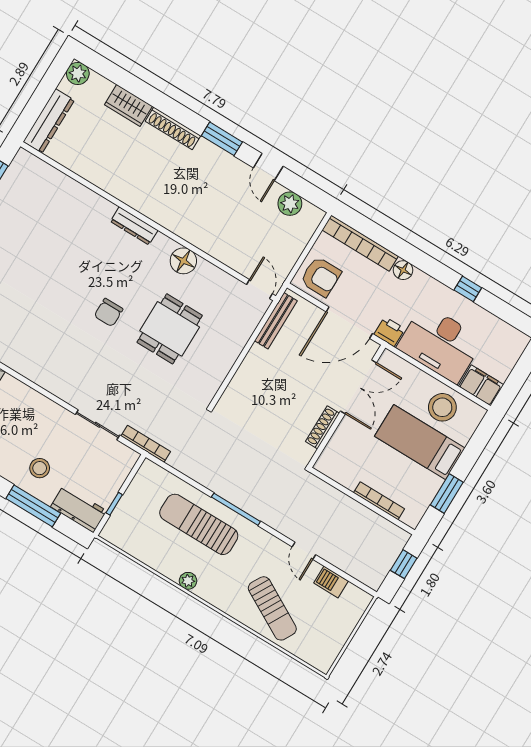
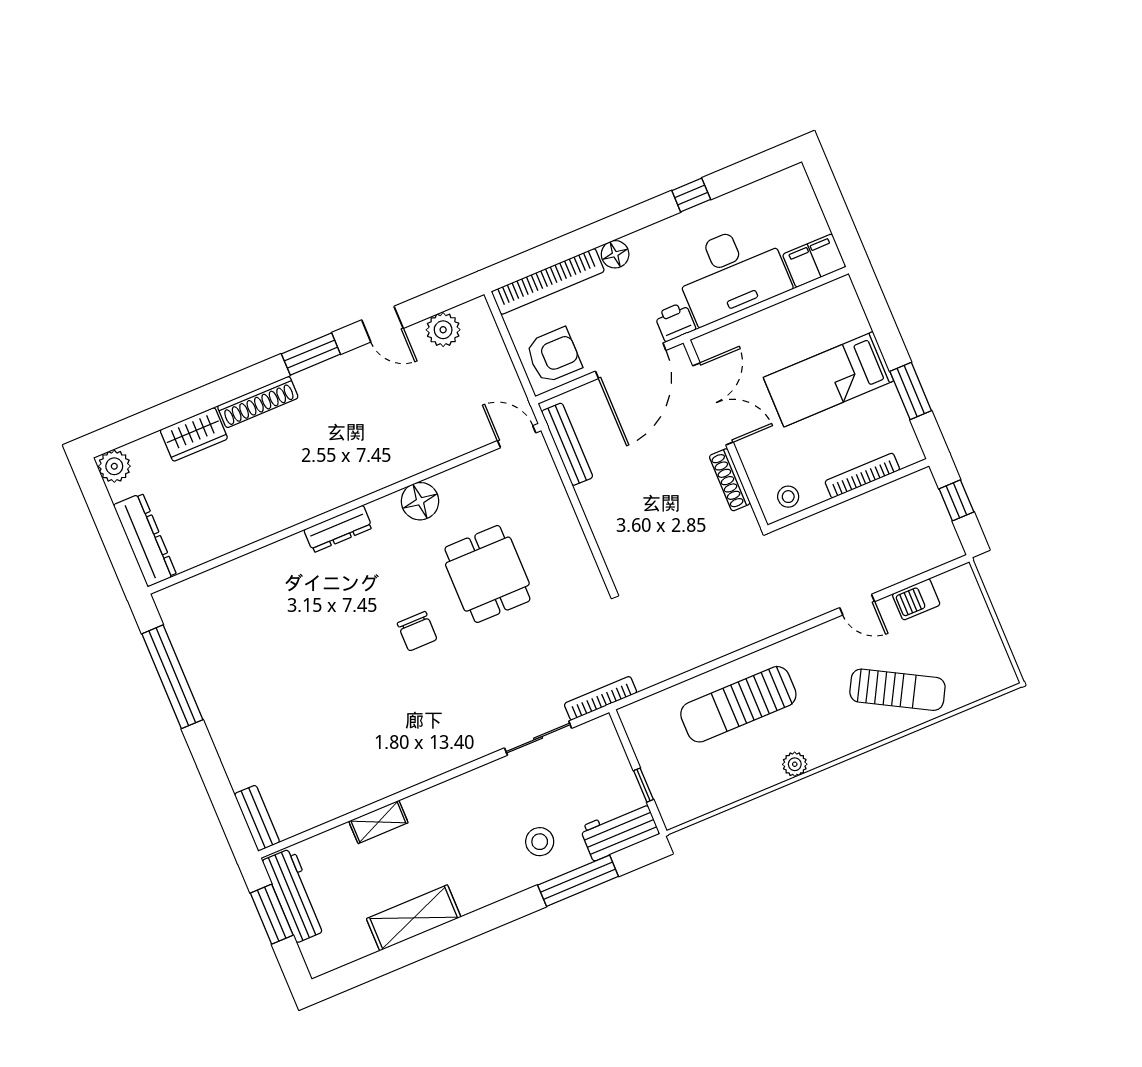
stool: (442, 407) -> (788, 497), moved, width x0.53, depth x0.53
window: (236, 509) -> (752, 649), removed

